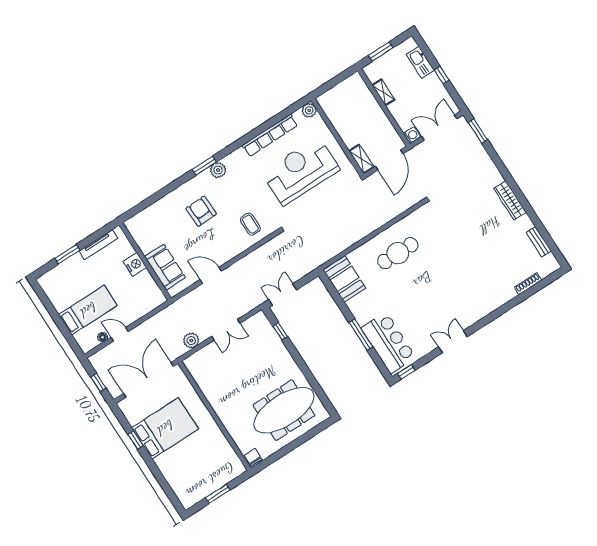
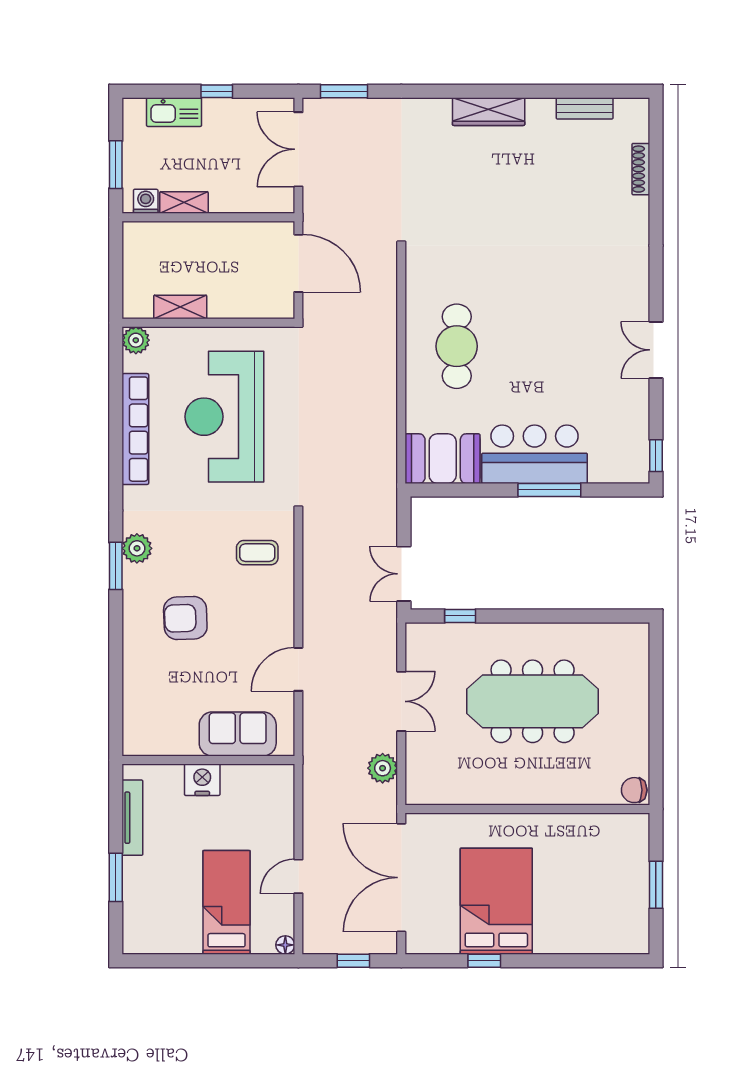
washing machine: (412, 135) -> (146, 201), moved
shelving: (361, 159) -> (180, 307), moved
floor lamp: (103, 337) -> (285, 945), moved
bar counter: (388, 343) -> (535, 454), moved
meeting table: (284, 410) -> (533, 701), moved, turned 90

